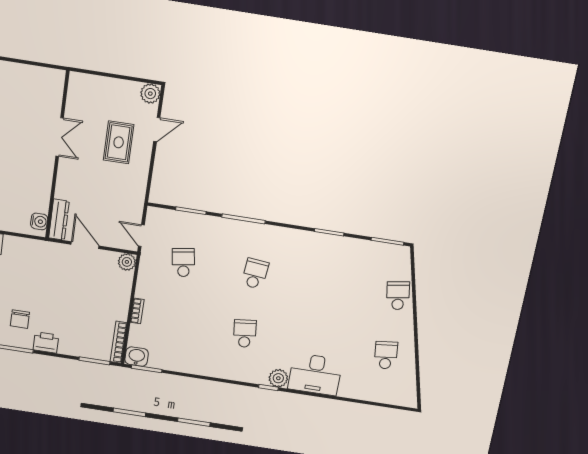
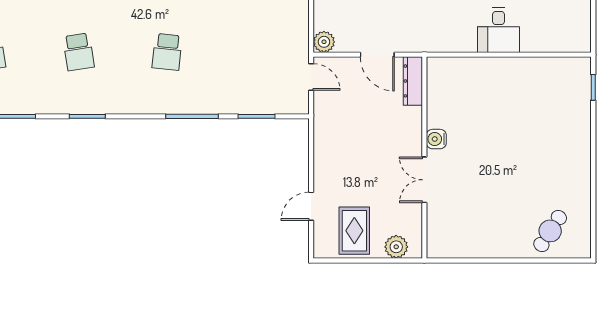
plant: (150, 94) -> (396, 247), moved
rug: (119, 142) -> (354, 231), moved
water cooler: (39, 221) -> (436, 139), moved
school desk: (183, 263) -> (79, 52), moved

